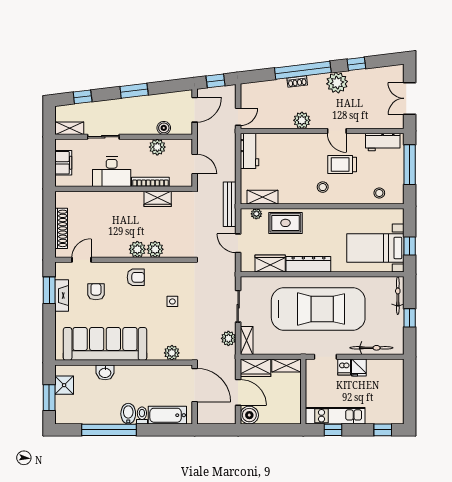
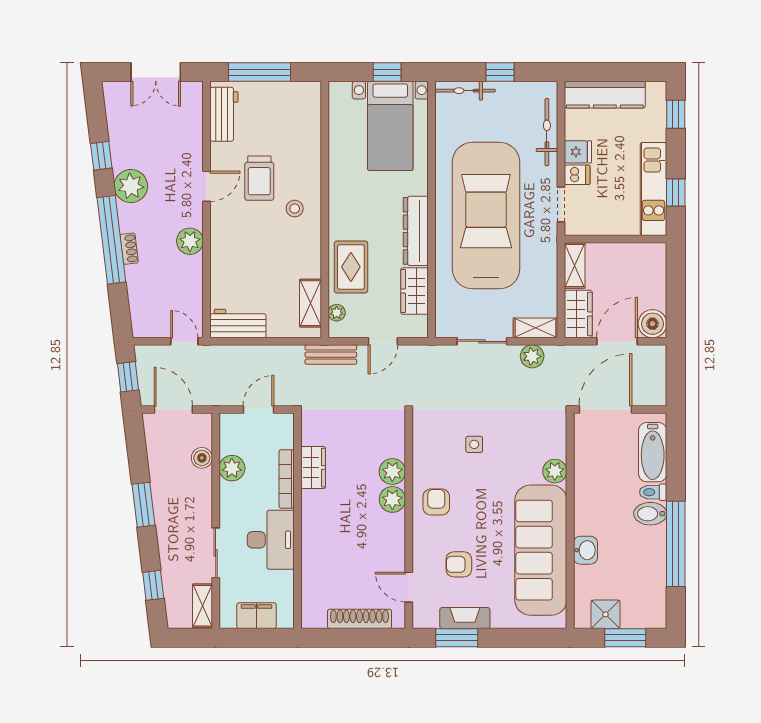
stool: (379, 193) -> (304, 120), removed
bench: (230, 204) -> (331, 355), width x0.73
plant: (172, 353) -> (555, 471), moved
kitchen counter: (395, 385) -> (605, 95), added

